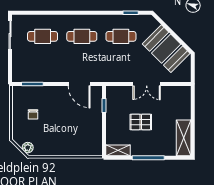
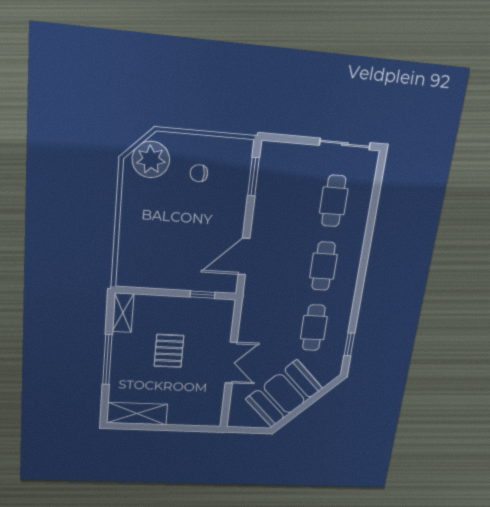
double door: (147, 84) -> (231, 363), swing flipped
plant: (28, 148) -> (151, 160), width x1.88, depth x1.88

